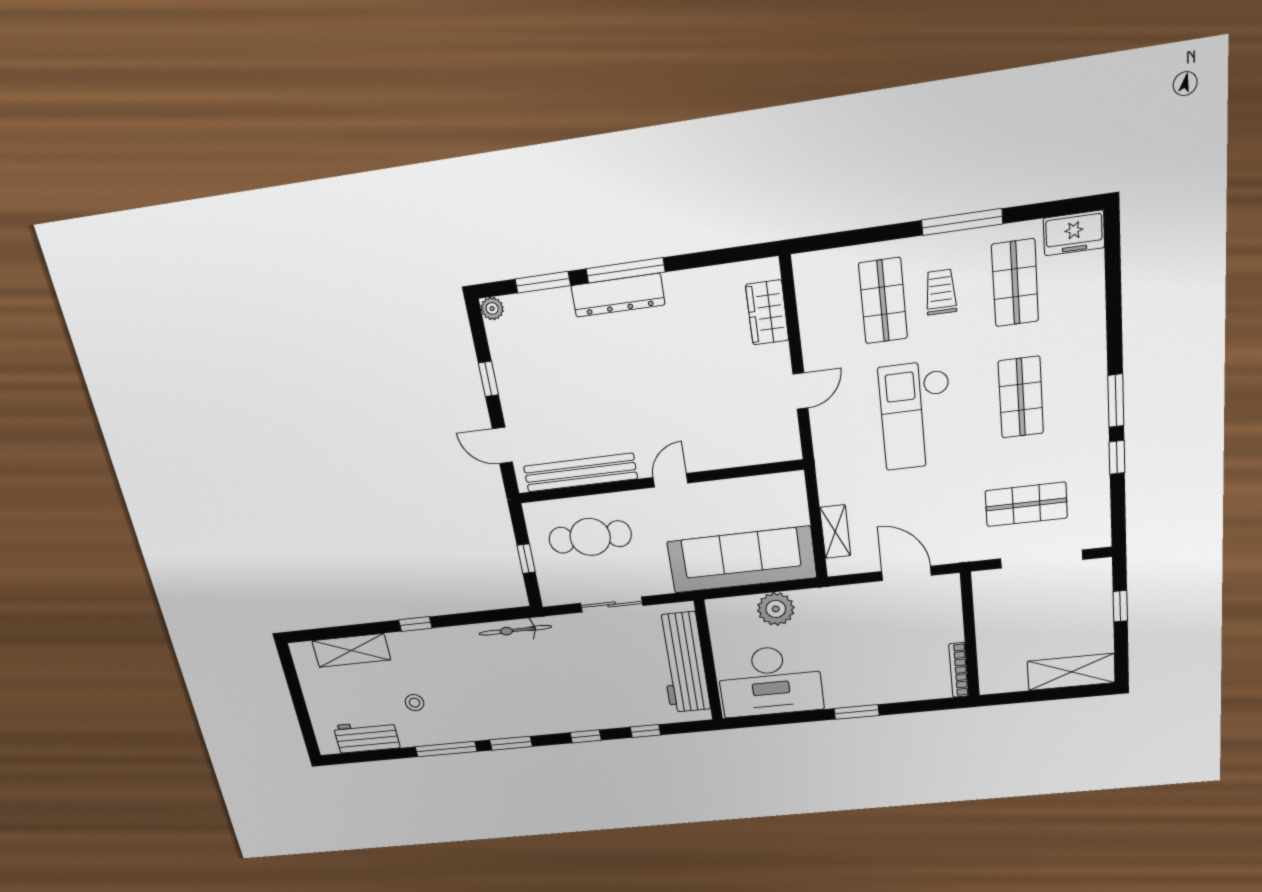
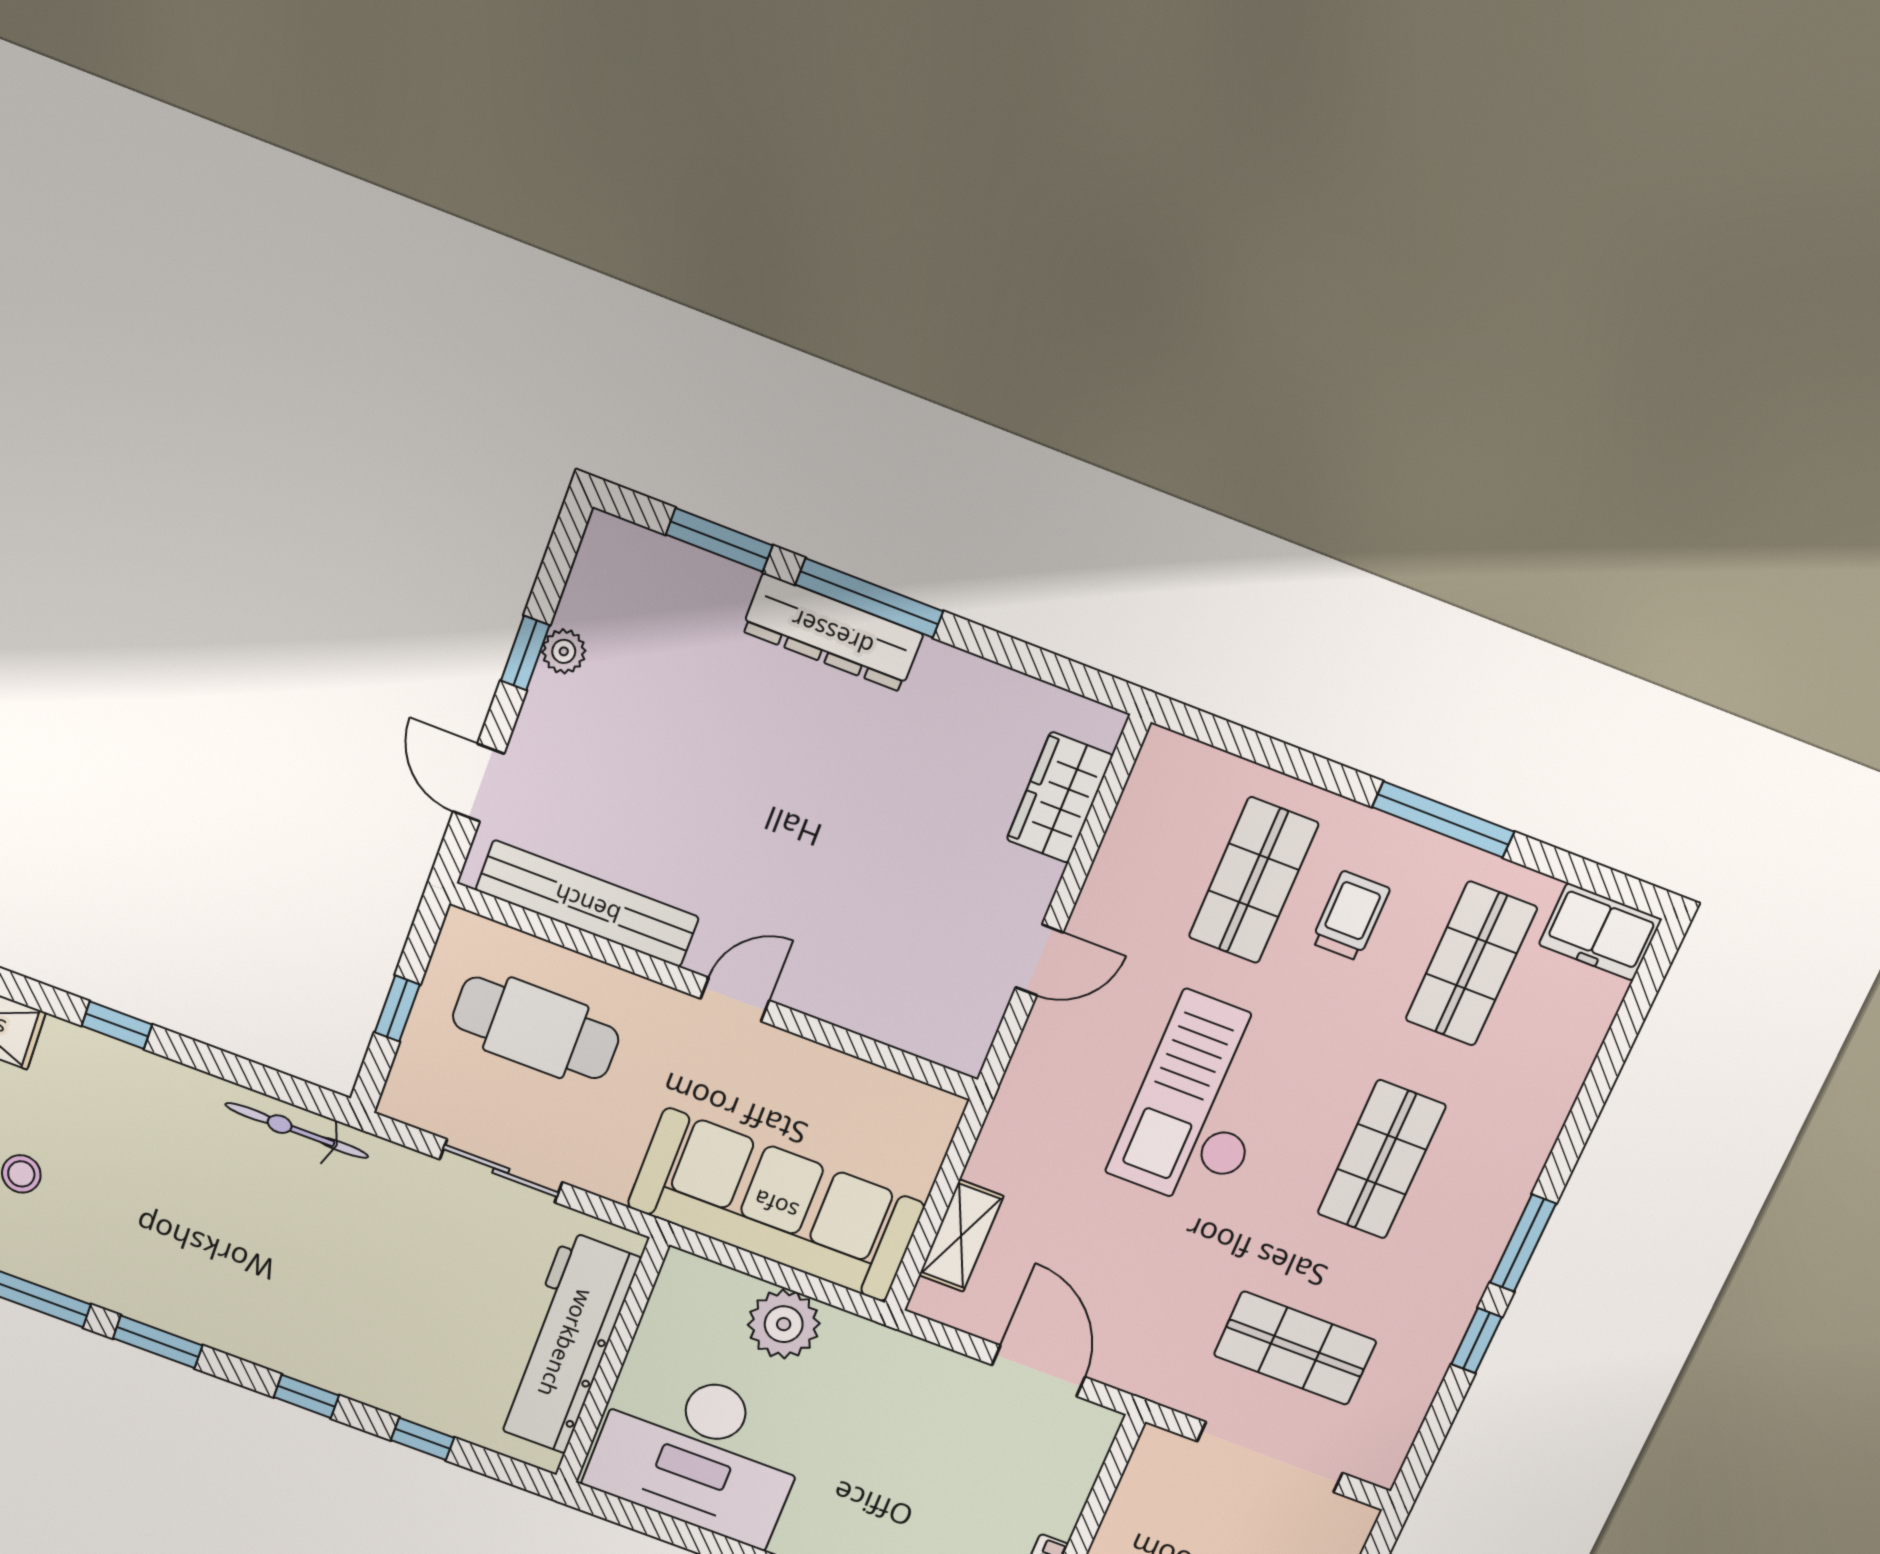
plant: (492, 308) -> (564, 651), moved

